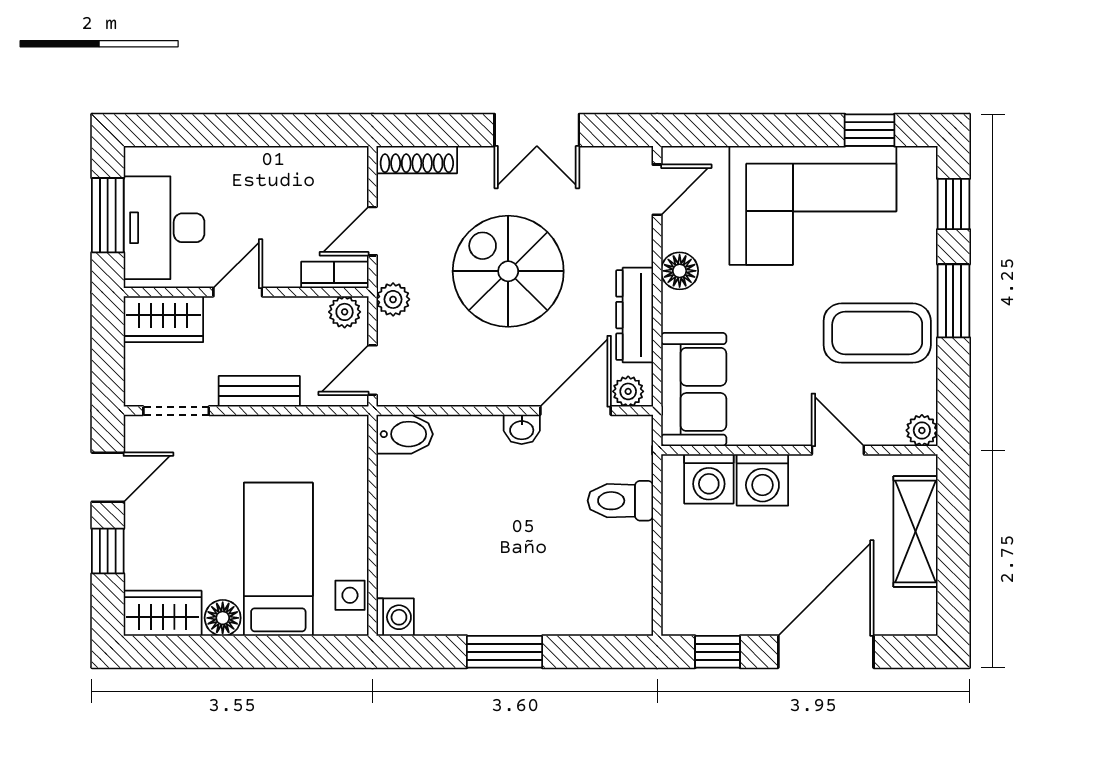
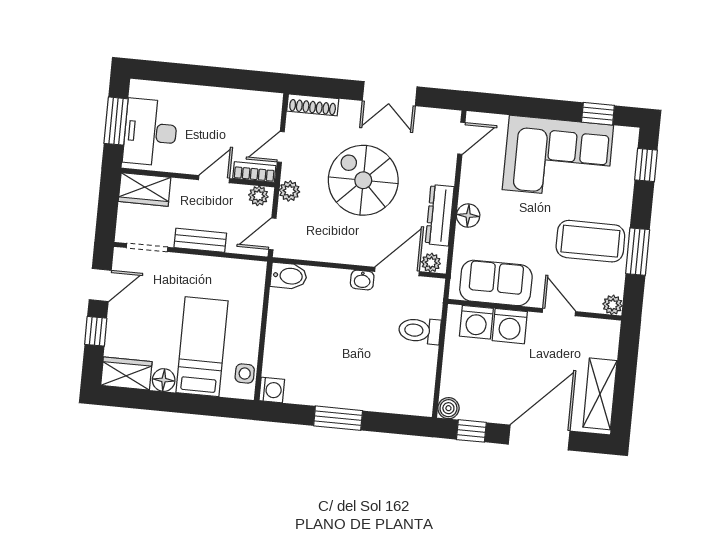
floor lamp: (680, 271) -> (468, 216), moved
door: (238, 292) -> (214, 179), moved
window: (953, 301) -> (638, 252), moved
sofa: (694, 389) -> (496, 283), moved, turned -90
shelving: (916, 531) -> (600, 394), moved
boiler: (678, 619) -> (448, 408), added

